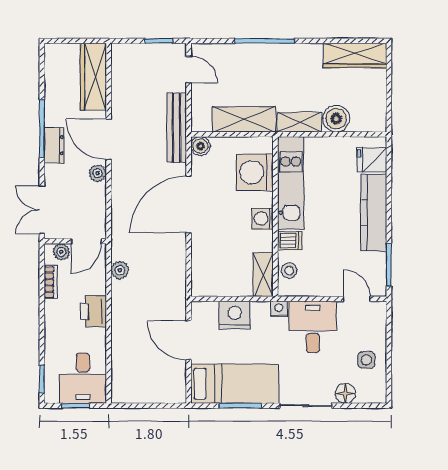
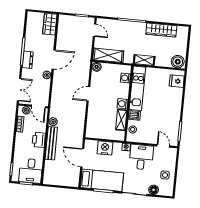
wardrobe: (355, 55) -> (161, 30), moved
wardrobe: (93, 77) -> (50, 24), width x0.67
shelving: (244, 119) -> (108, 55), moved
boiler: (336, 119) -> (178, 62), moved
bench: (177, 128) -> (51, 143), moved
door: (109, 139) -> (54, 60), swing flipped
washing machine: (255, 172) -> (125, 78), width x0.53, depth x0.53
door: (189, 205) -> (88, 94), width x0.53
double door: (42, 210) -> (19, 90), swing flipped
kitchen counter: (374, 213) -> (175, 106), removed
door: (86, 241) -> (38, 106), hinge flipped
shelving: (263, 275) -> (121, 120), moved

